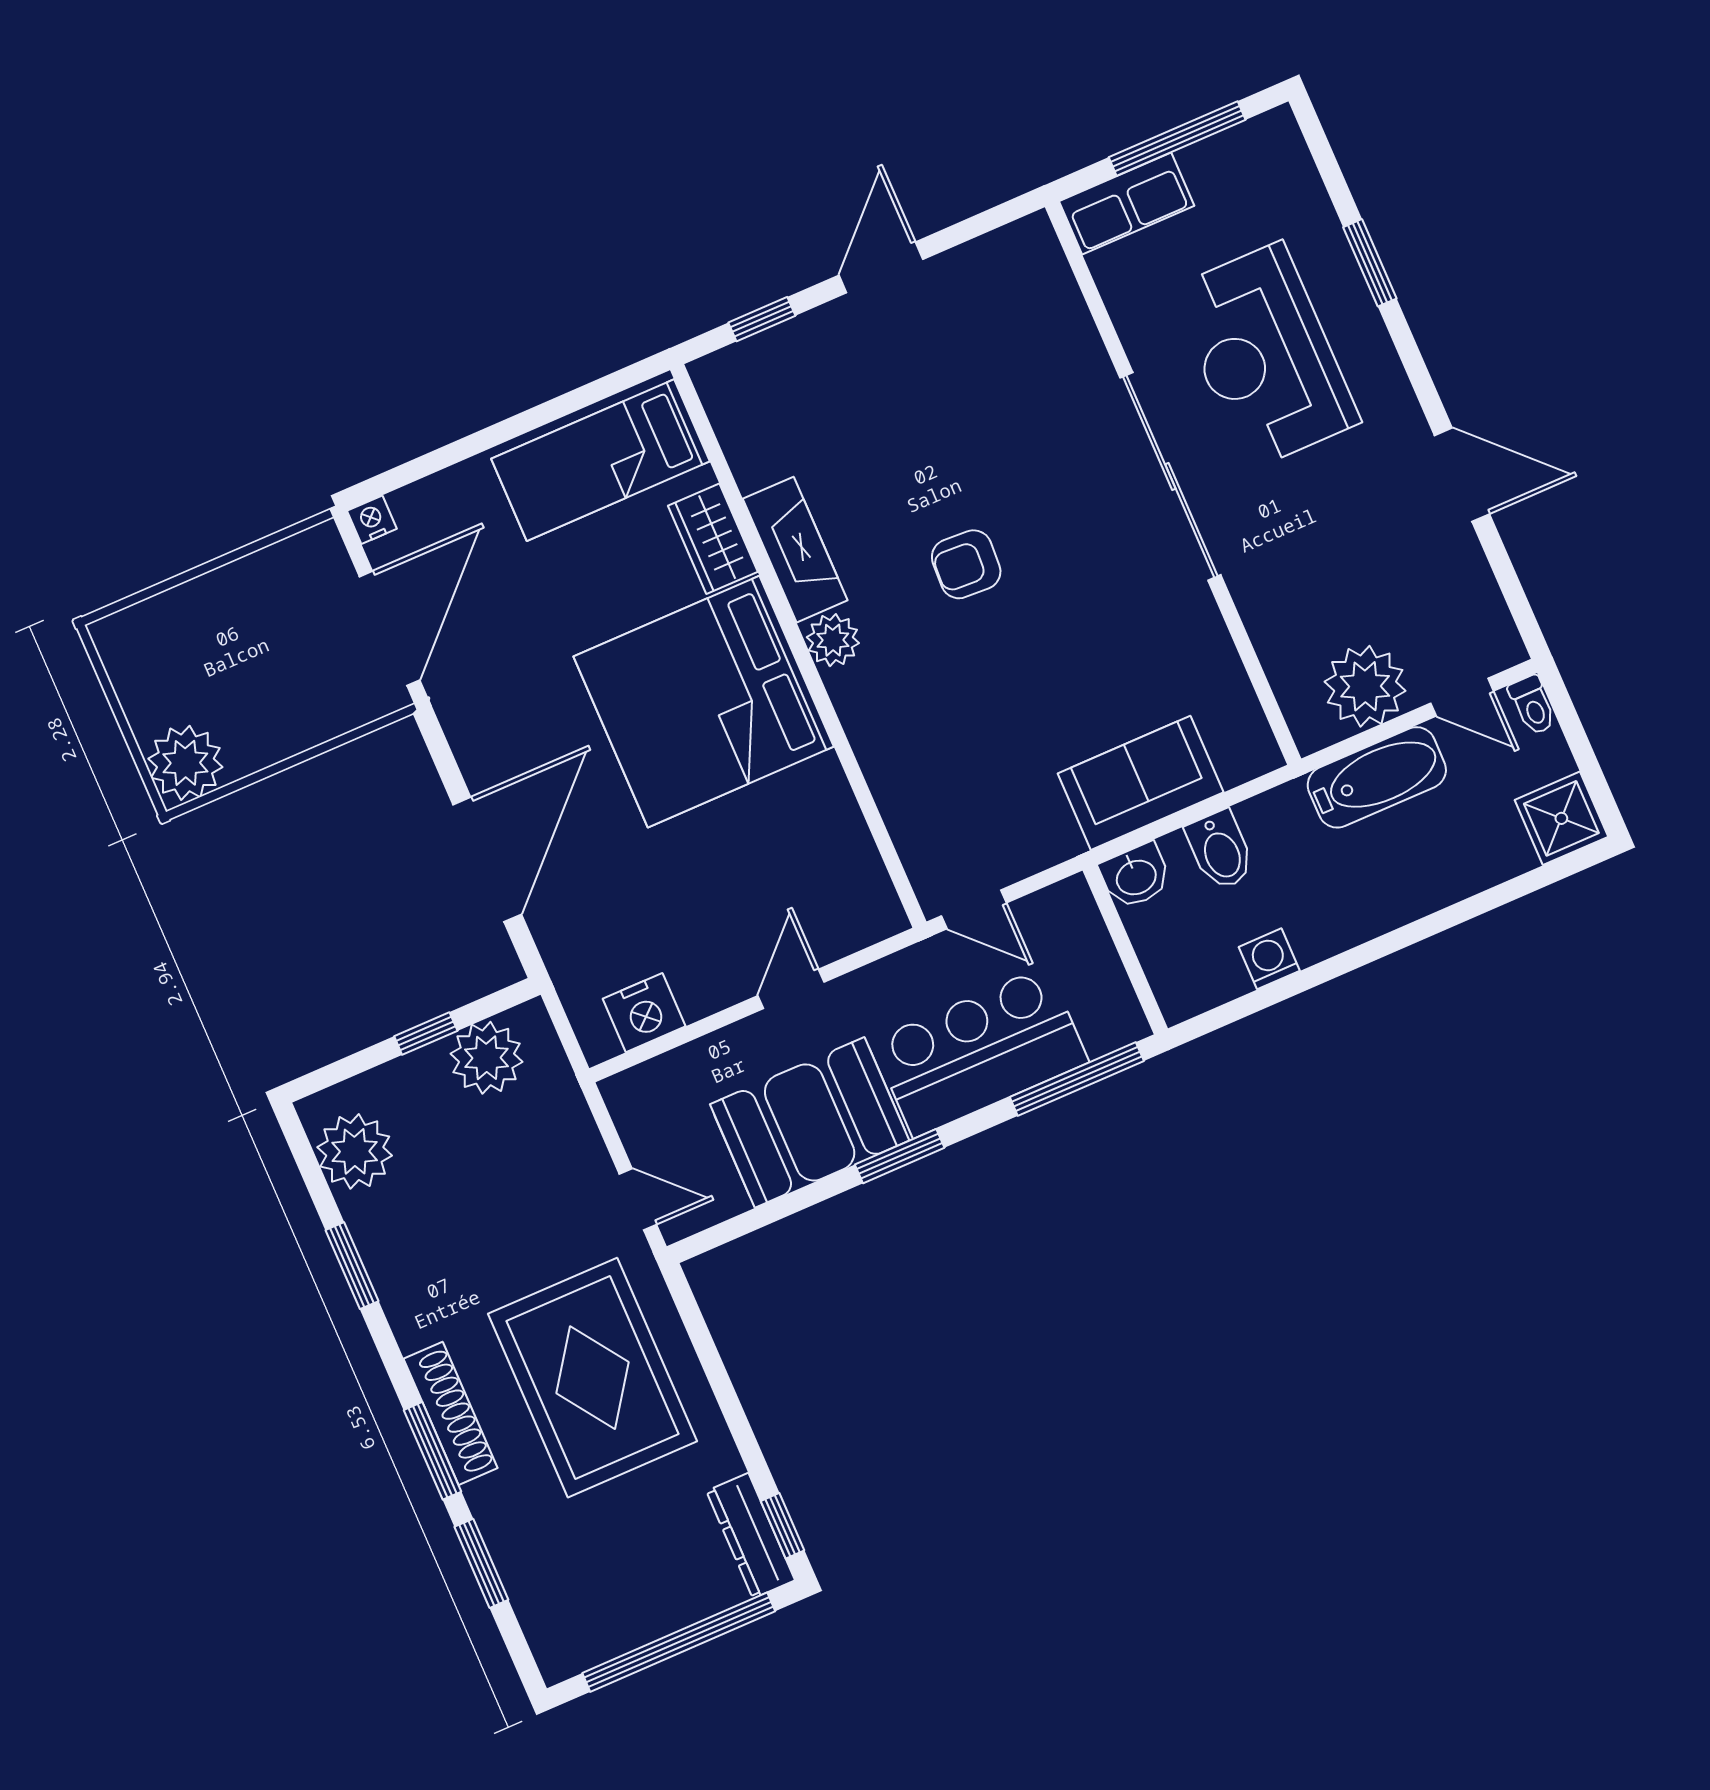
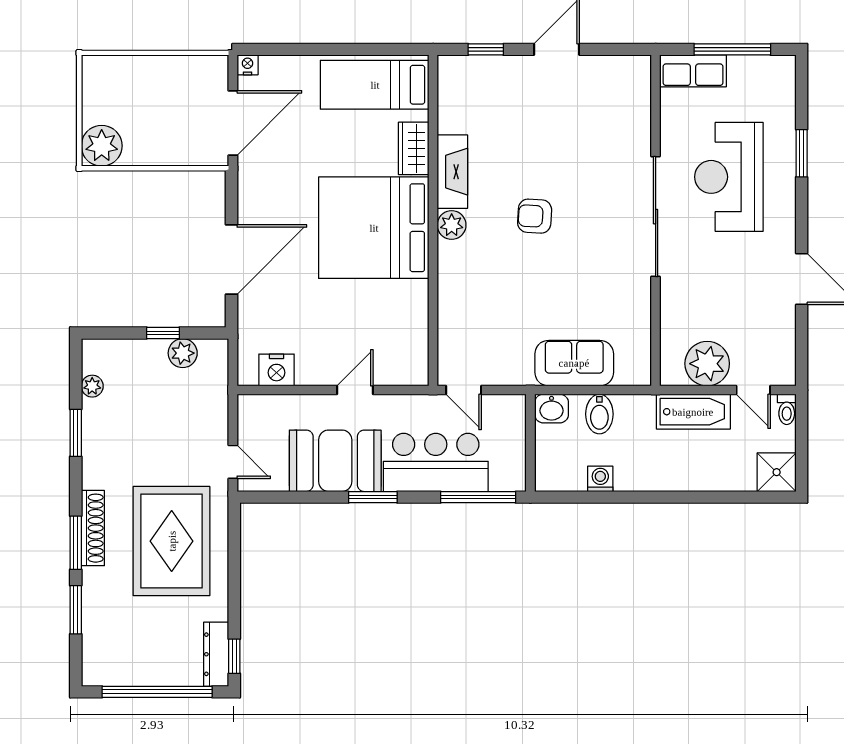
plant: (486, 1058) -> (183, 353), width x0.73, depth x0.73
plant: (355, 1151) -> (92, 386), width x0.53, depth x0.53

